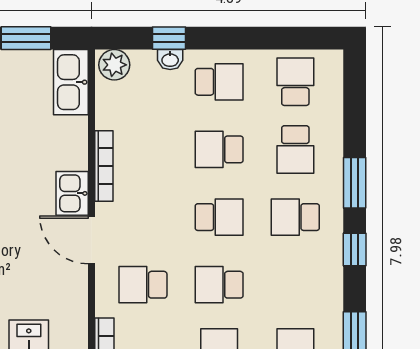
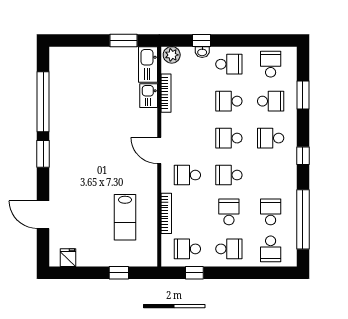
school desk: (295, 149) -> (271, 101), turned -90
bookcase: (104, 166) -> (166, 93), moved
window: (355, 183) -> (303, 95), moved
kitchen sink: (72, 193) -> (149, 96), moved
school desk: (219, 217) -> (229, 138), turned 180

